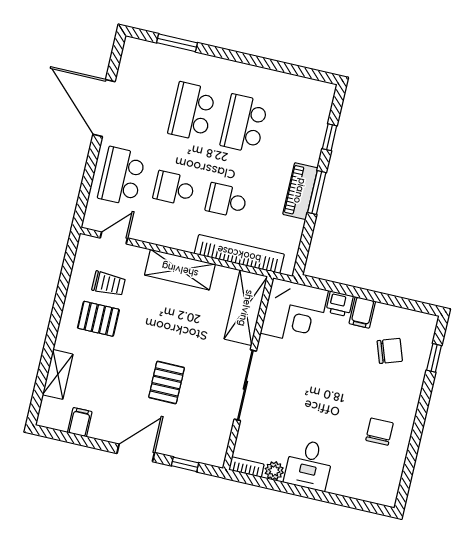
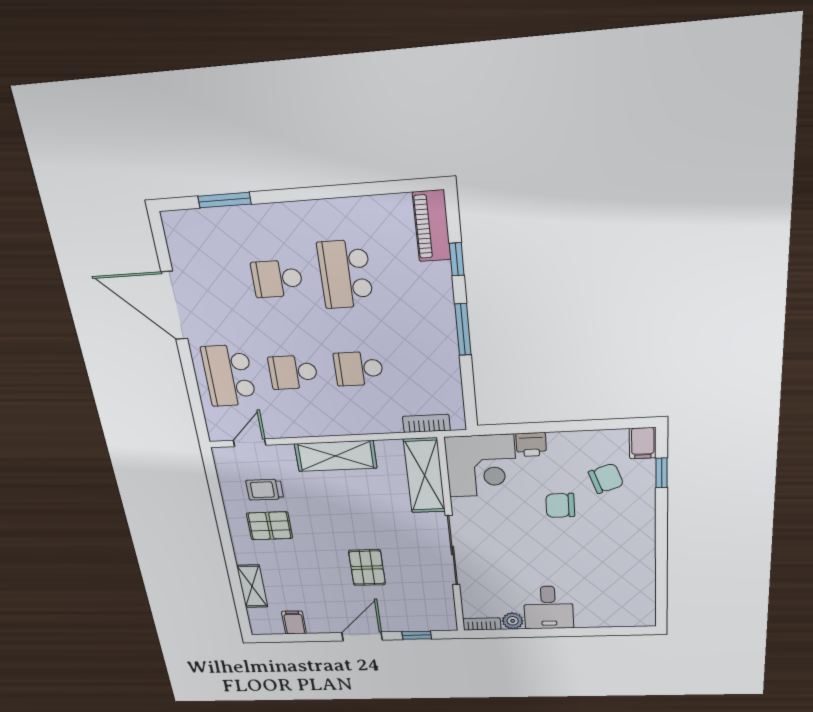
school desk: (192, 111) -> (277, 279), width x0.54
piano: (300, 191) -> (432, 226), moved
bookcase: (239, 254) -> (426, 423), width x0.43, depth x0.76
trolley: (109, 284) -> (265, 490), turned 180
filing cabinet: (362, 312) -> (643, 443), moved
chair: (379, 432) -> (560, 505), moved, turned -90

